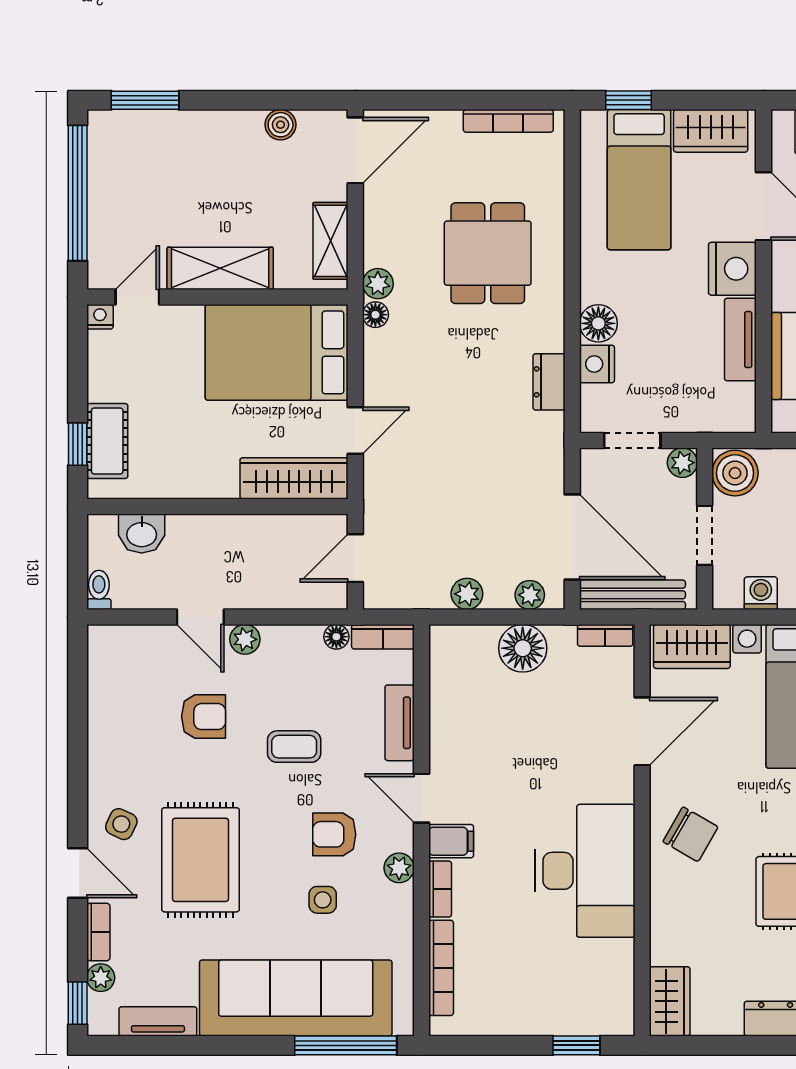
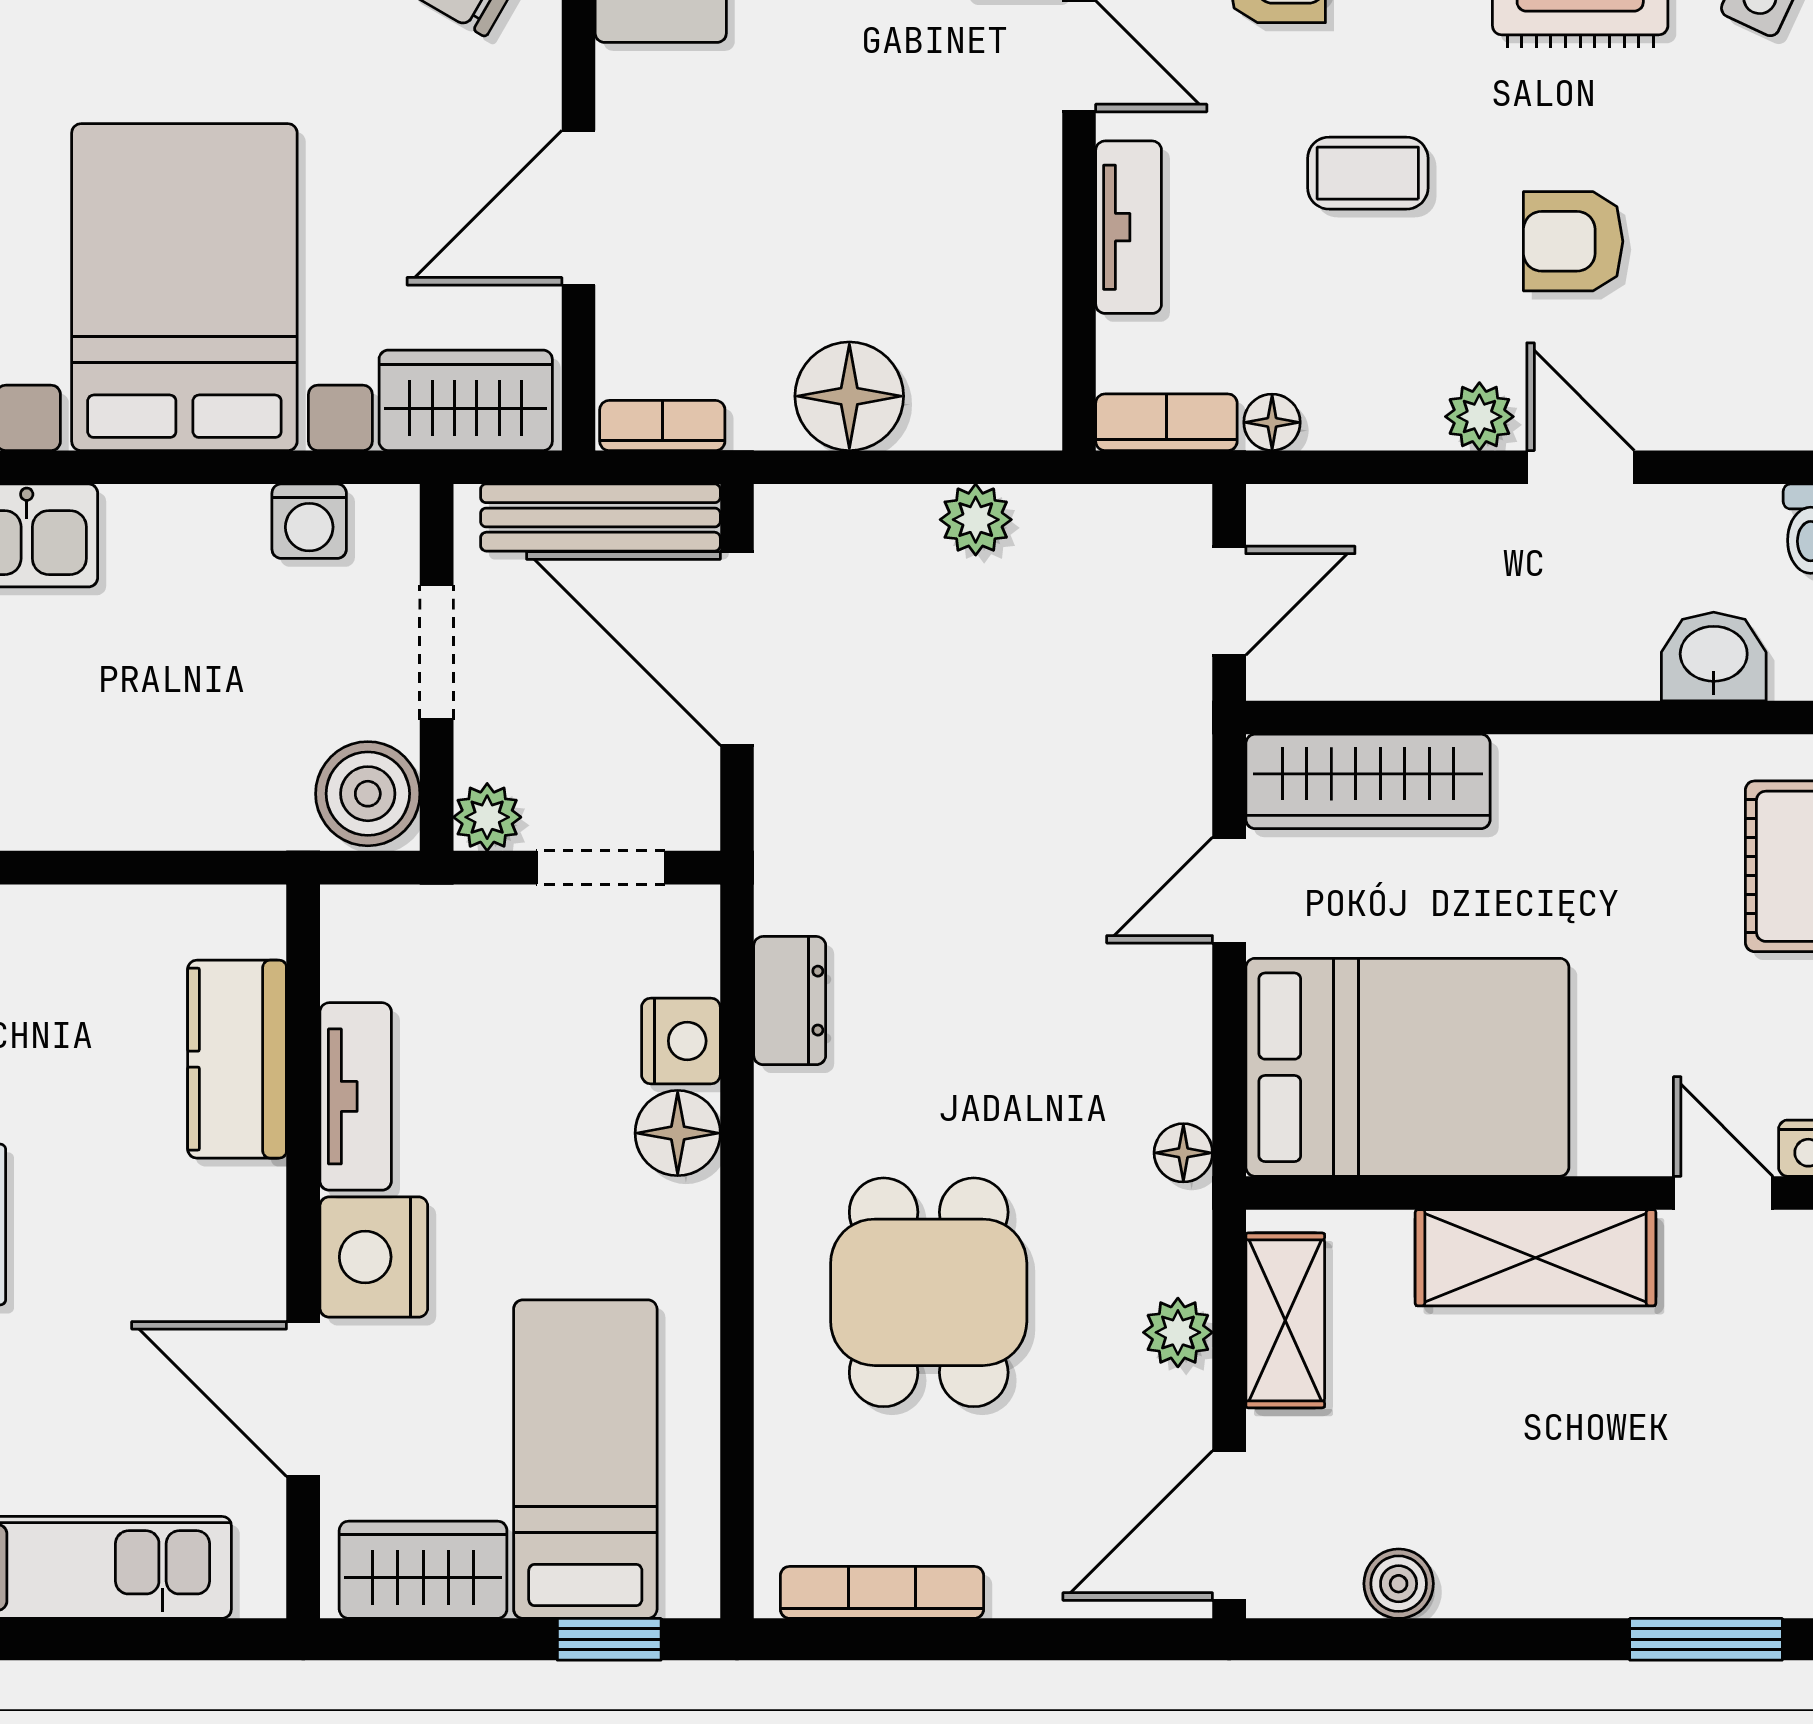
plant: (378, 284) -> (1178, 1332), moved
door: (137, 297) -> (1723, 1193), swing flipped
plant: (530, 595) -> (833, 517), removed

